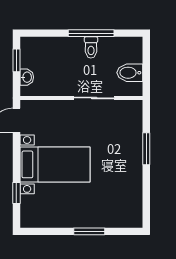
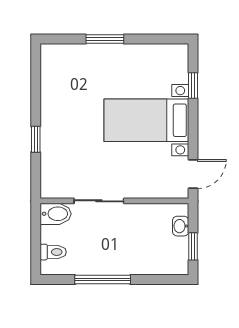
toilet: (91, 47) -> (53, 252), moved, turned 90
bidet: (130, 73) -> (56, 214), moved
window: (146, 149) -> (36, 139), width x0.67

